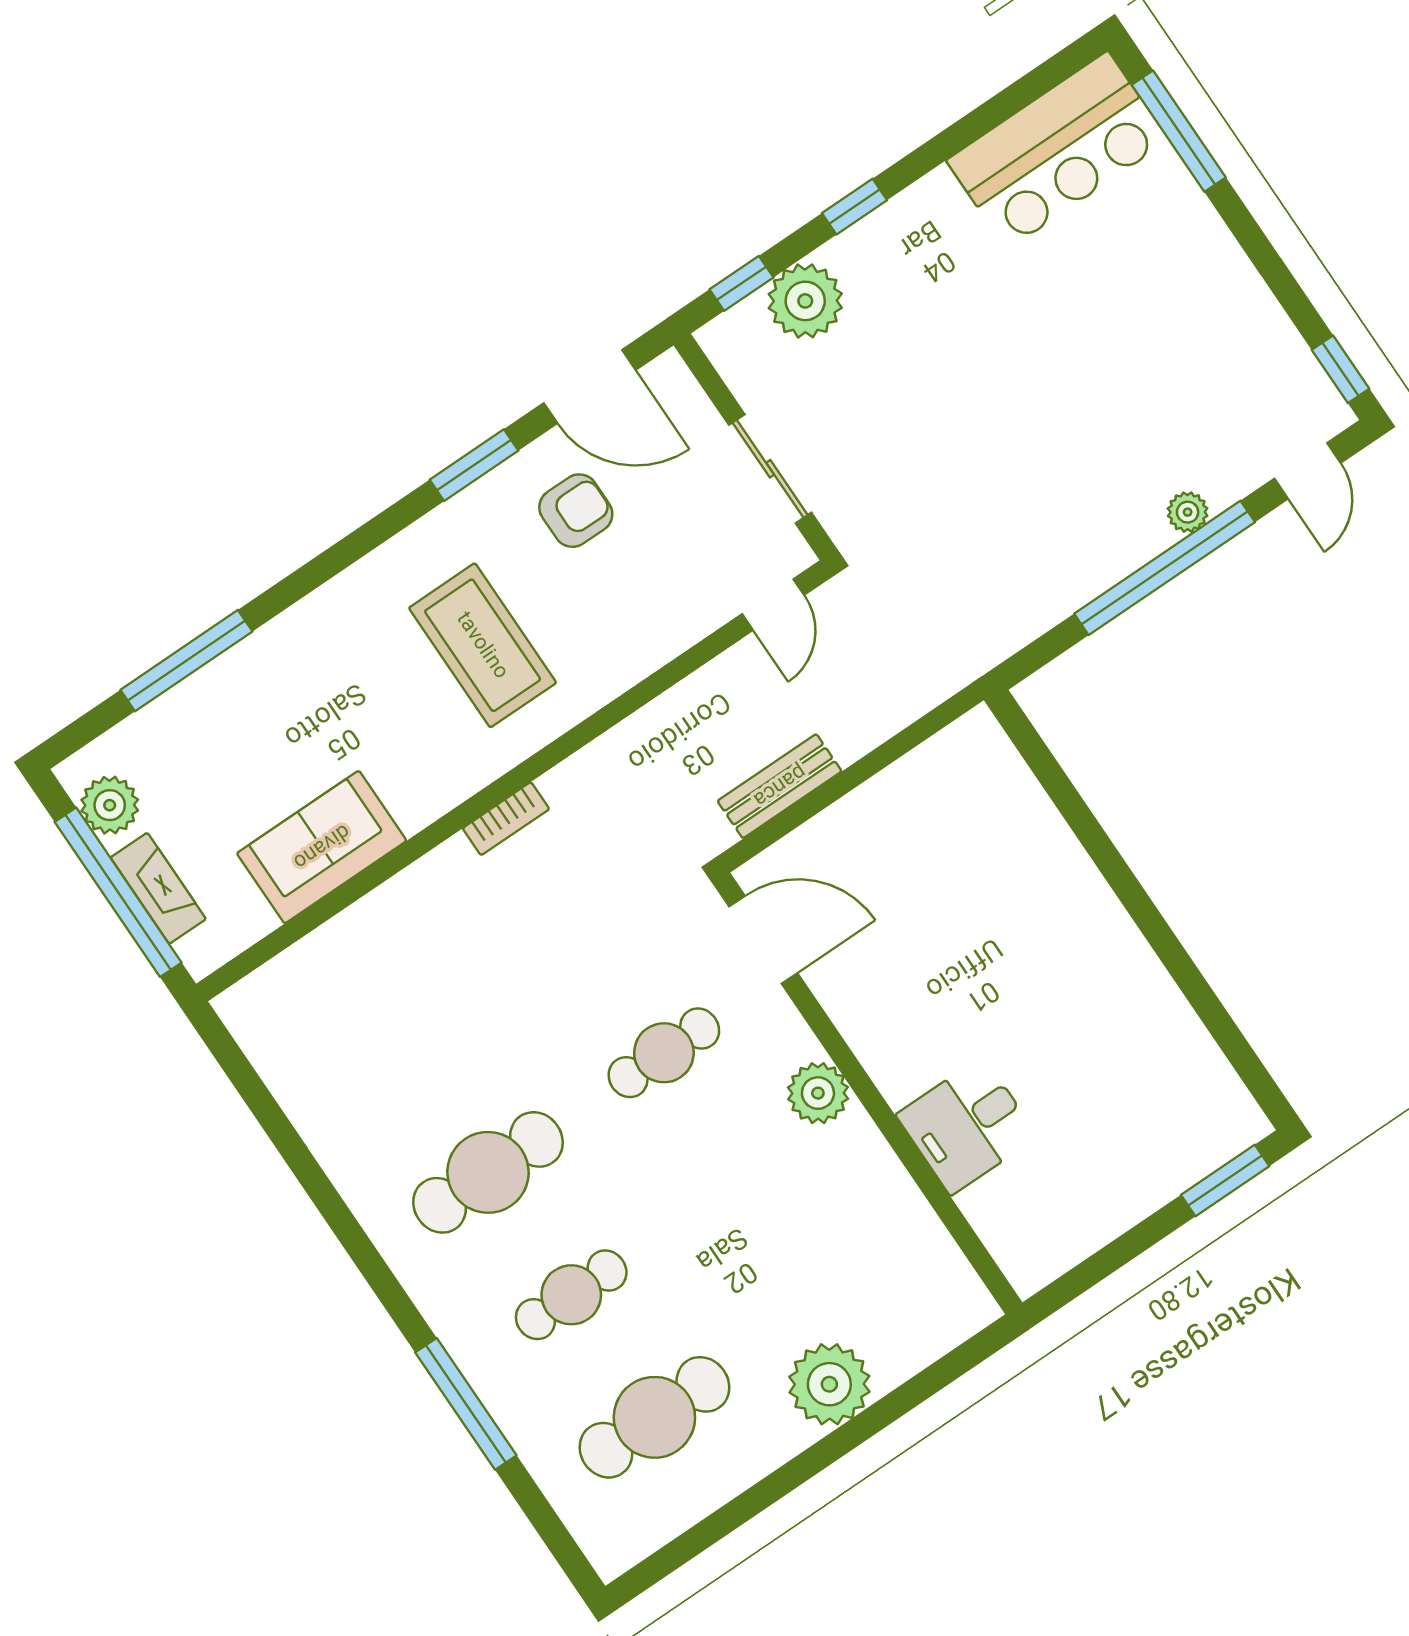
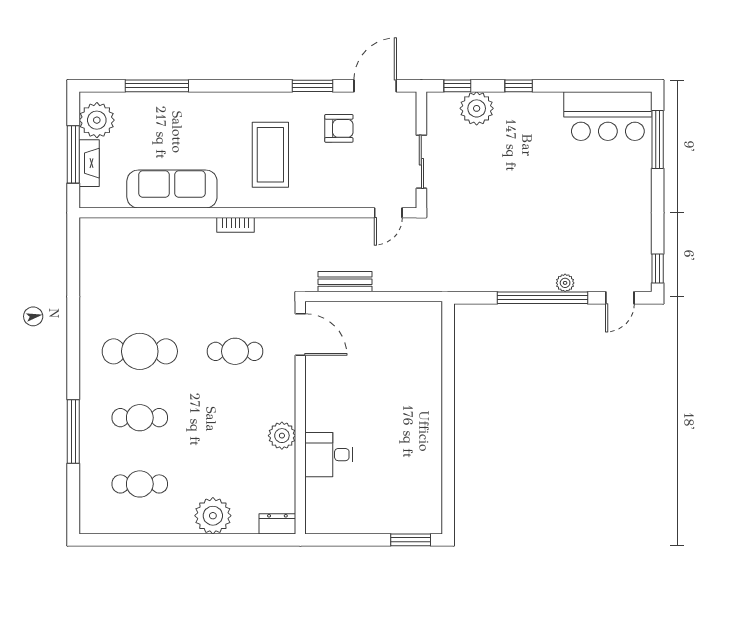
door: (590, 387) -> (375, 86), swing flipped
plant: (110, 805) -> (97, 120), width x1.36, depth x1.36
sofa: (322, 847) -> (172, 189), width x1.36
window: (118, 892) -> (73, 154), width x0.68
plant: (818, 1093) -> (282, 436), moved
dresser: (959, 1318) -> (277, 524), added
cafe table: (654, 1417) -> (140, 484), width x0.73, depth x0.74

